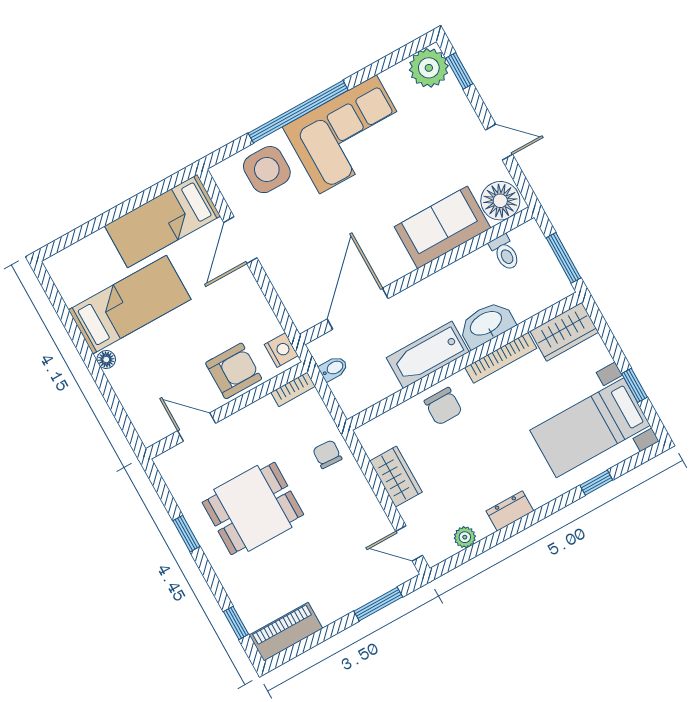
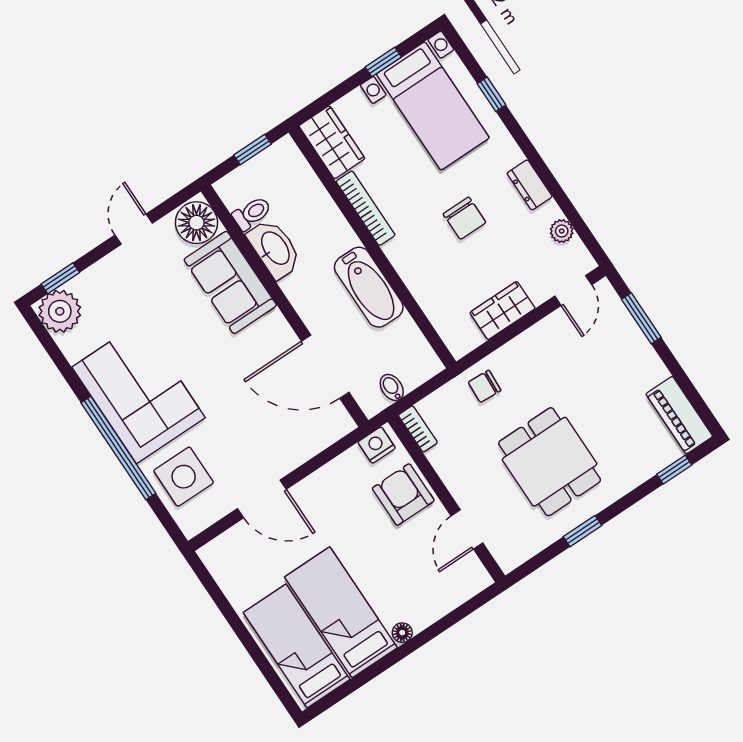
bed: (162, 221) -> (297, 646), moved, turned 180
window: (563, 258) -> (252, 150), width x0.67
washbasin: (486, 324) -> (275, 249), moved, turned 180
chair: (443, 406) -> (465, 218), moved, turned 90

